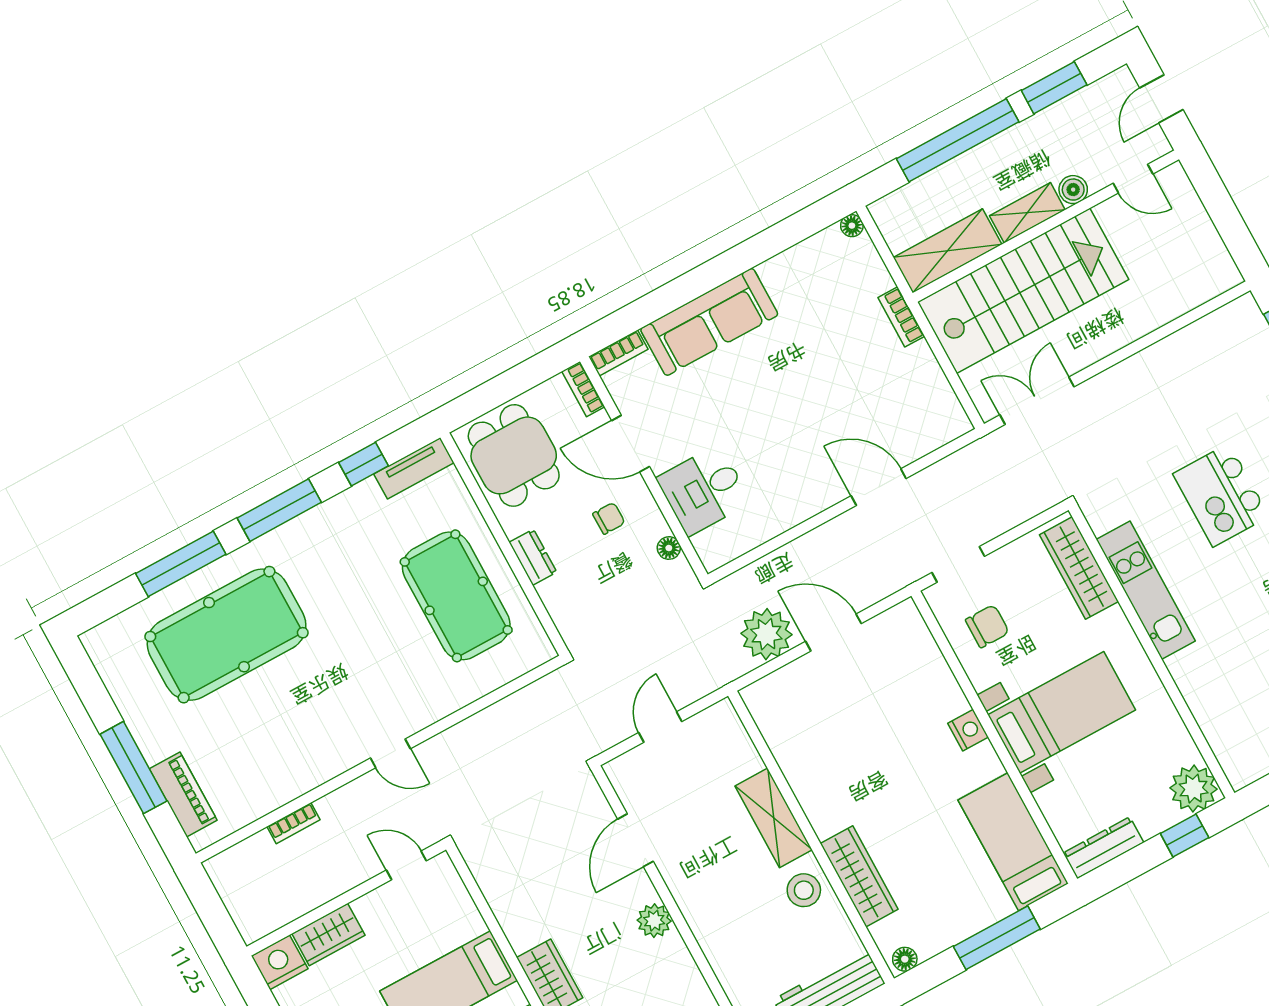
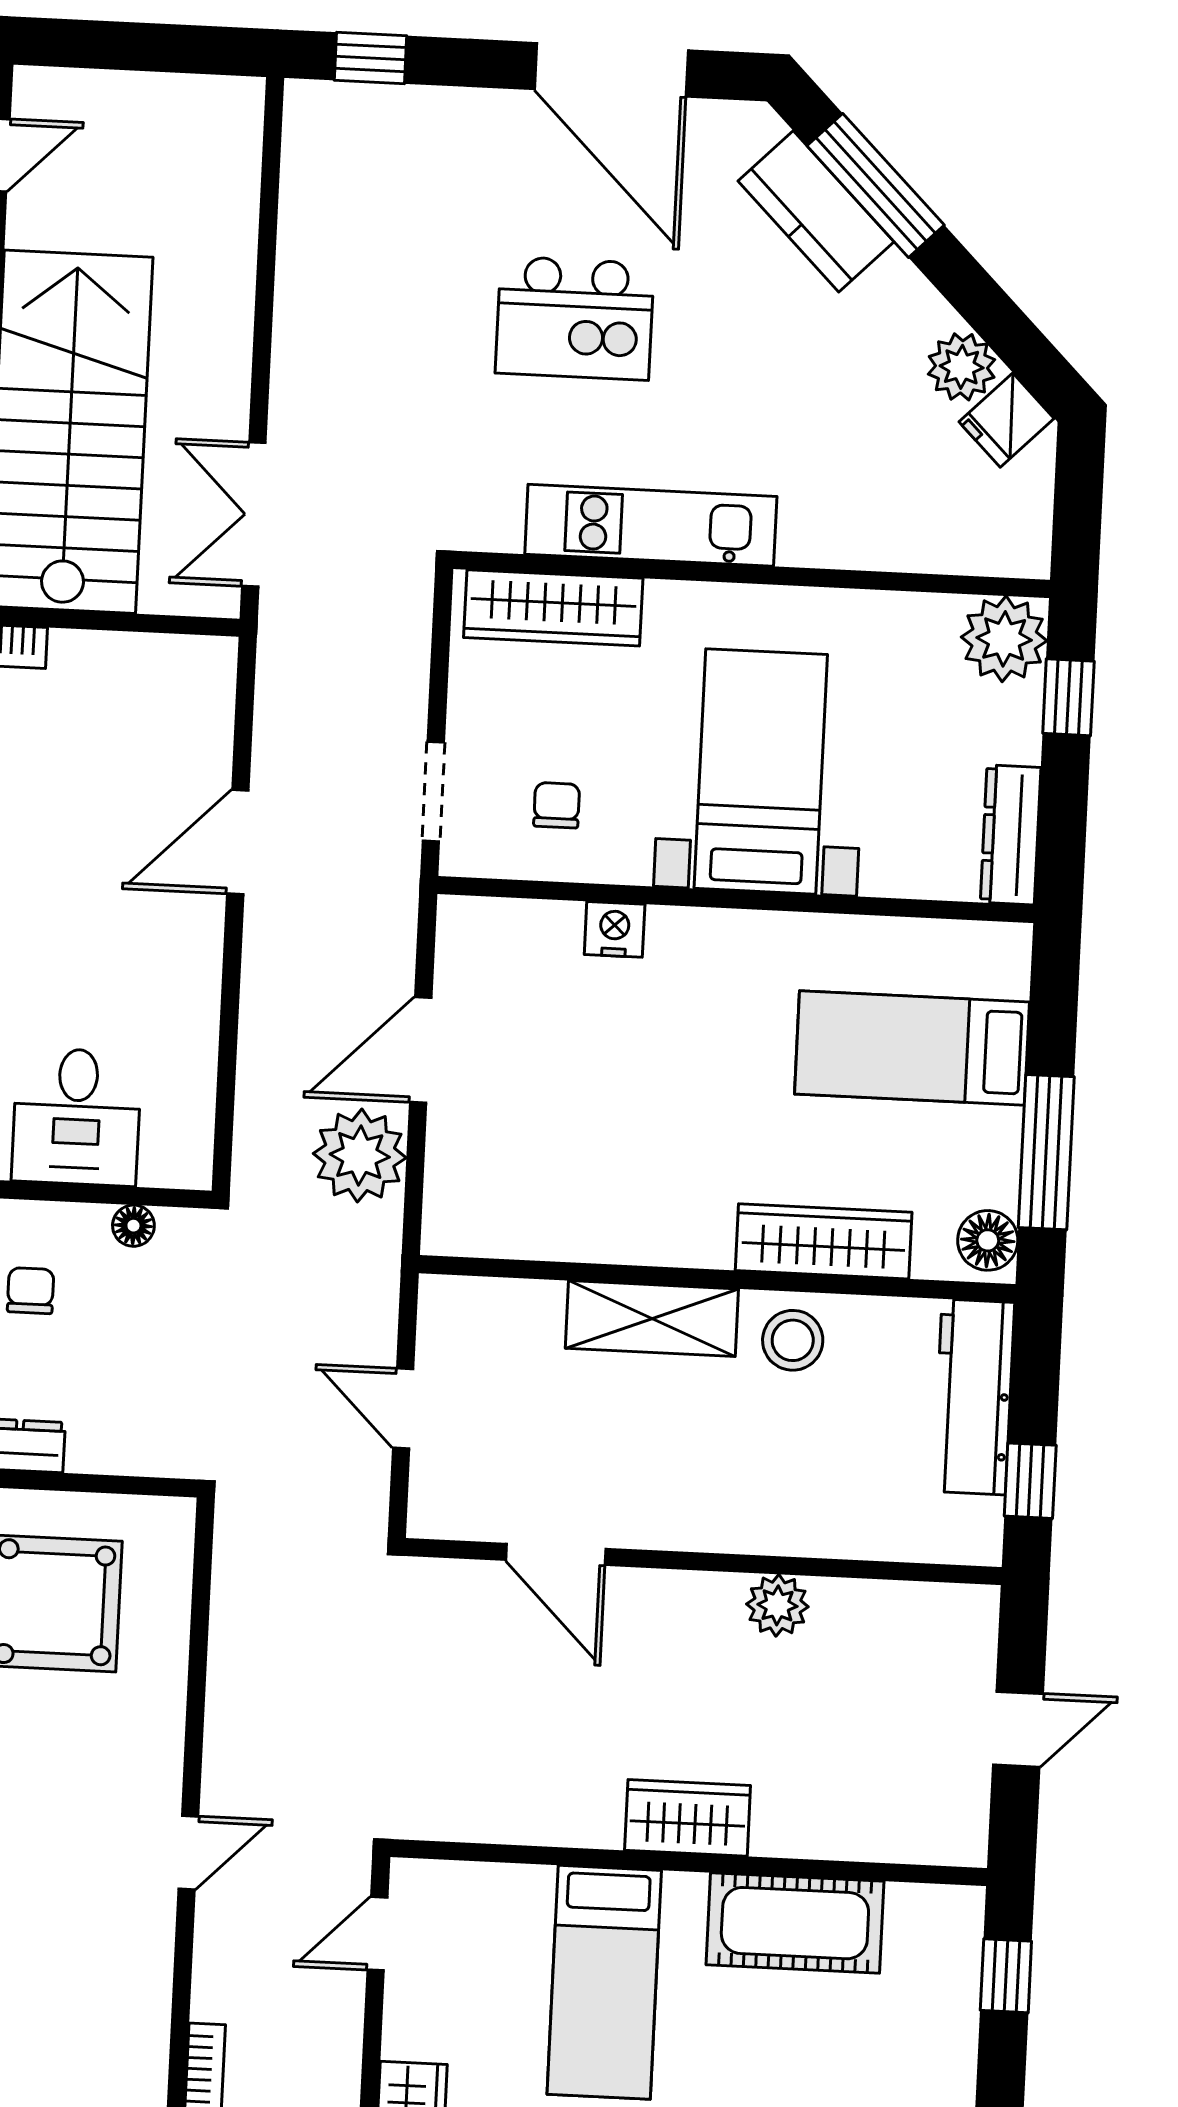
chair: (987, 626) -> (557, 805), width x0.73, depth x0.73
nightstand: (968, 730) -> (615, 929), moved
bed: (1013, 842) -> (912, 1048), moved
plant: (654, 921) -> (777, 1605), moved
window: (997, 938) -> (1046, 1152), moved
floor lamp: (905, 959) -> (988, 1240), width x1.37, depth x1.37

